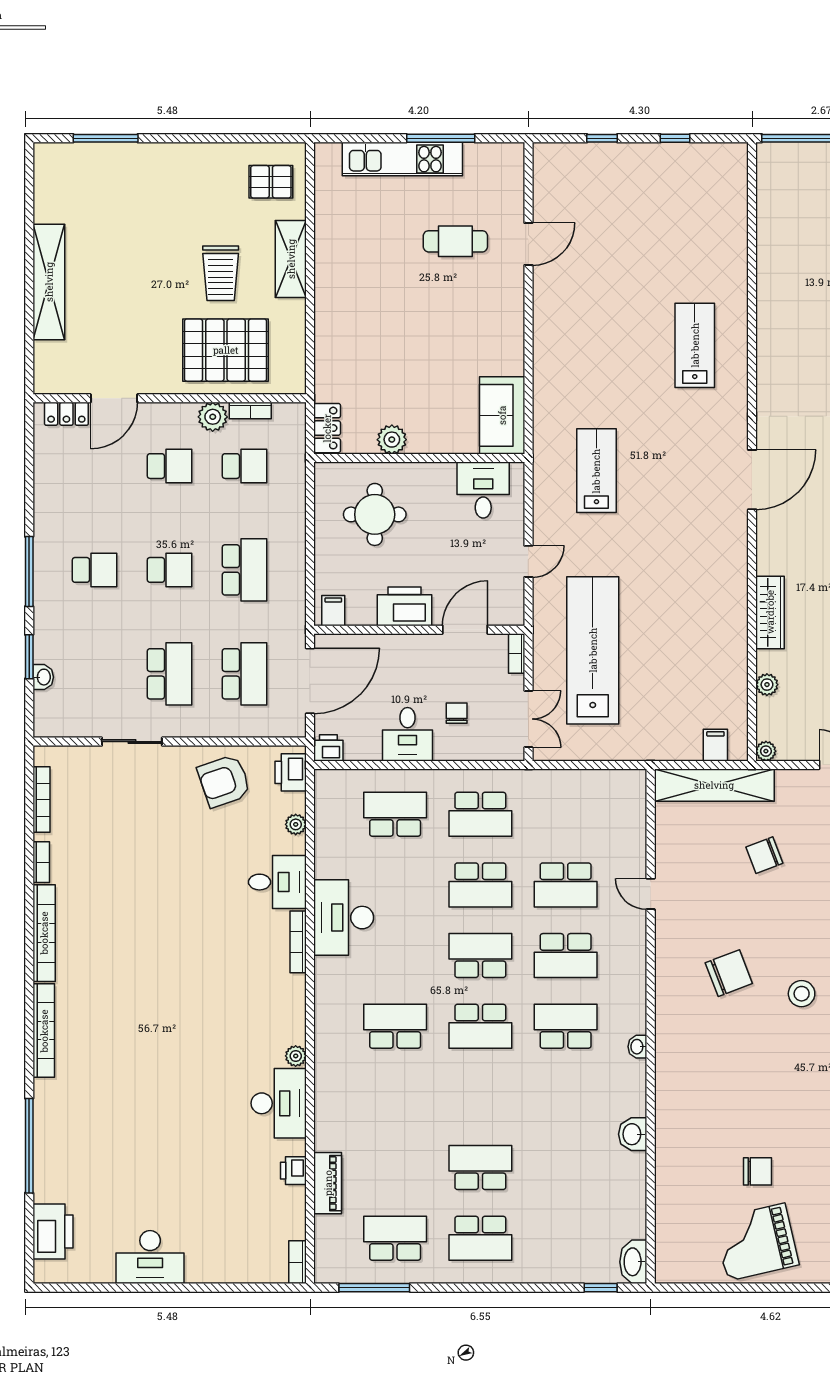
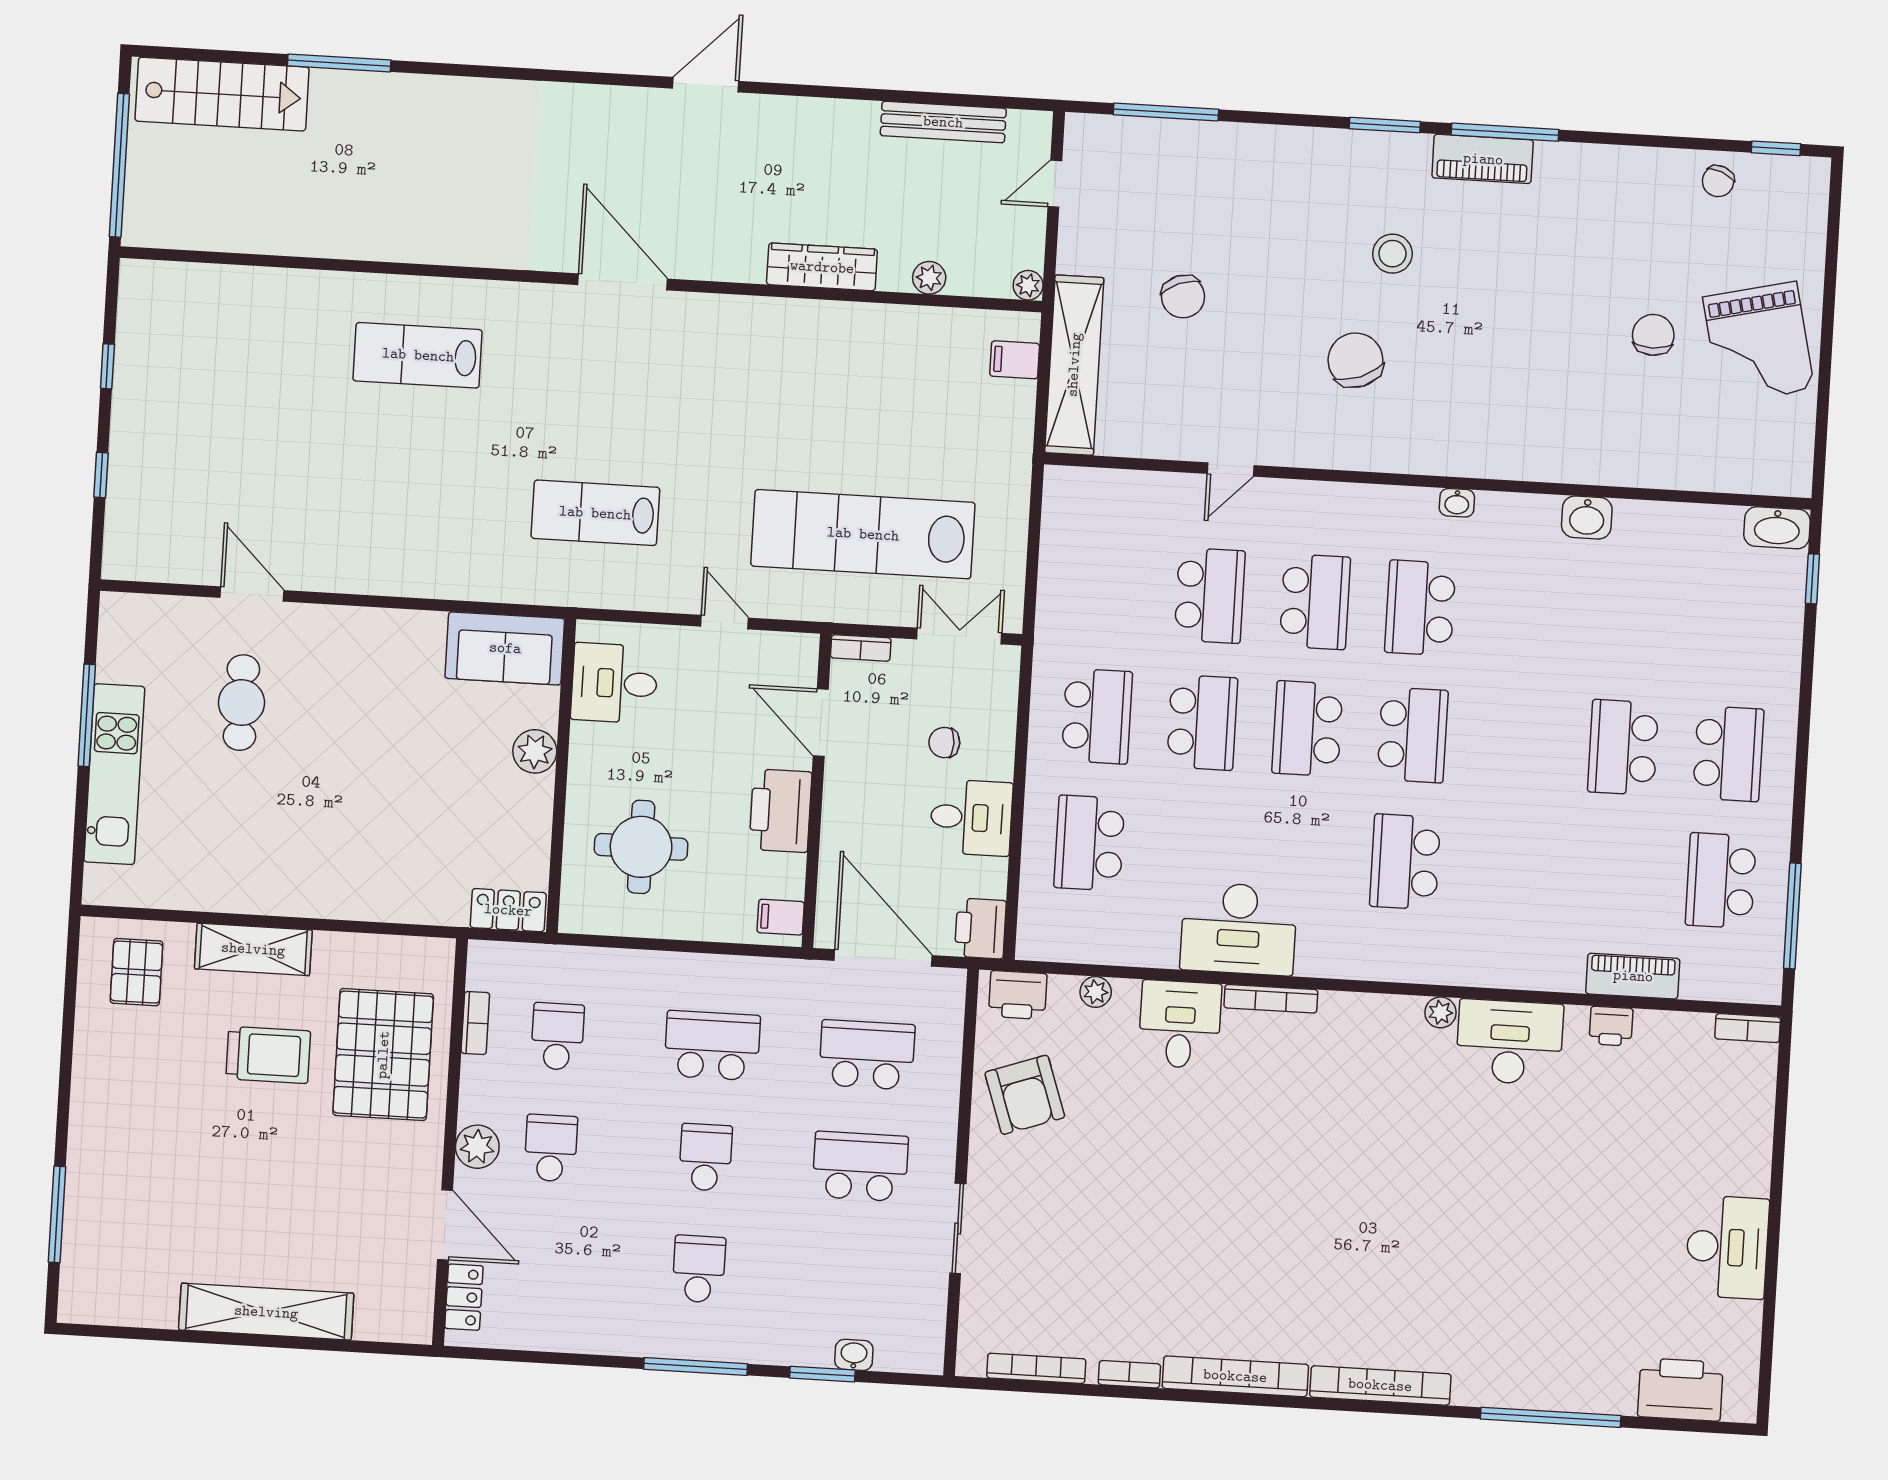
plant: (213, 417) -> (477, 1147), moved
plant: (392, 440) -> (535, 751), moved
printer: (328, 748) -> (980, 928), width x1.36, depth x1.24

